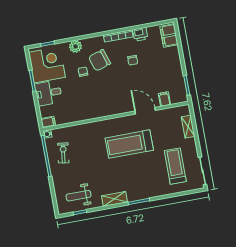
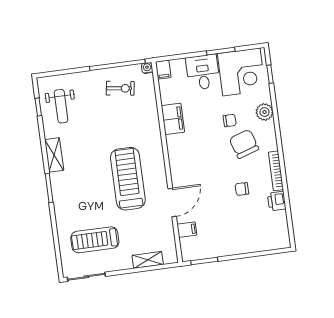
filing cabinet: (169, 35) -> (173, 119), moved, turned 90
treadmill: (175, 166) -> (95, 240), turned 180
weight bench: (79, 196) -> (61, 106), turned 180

